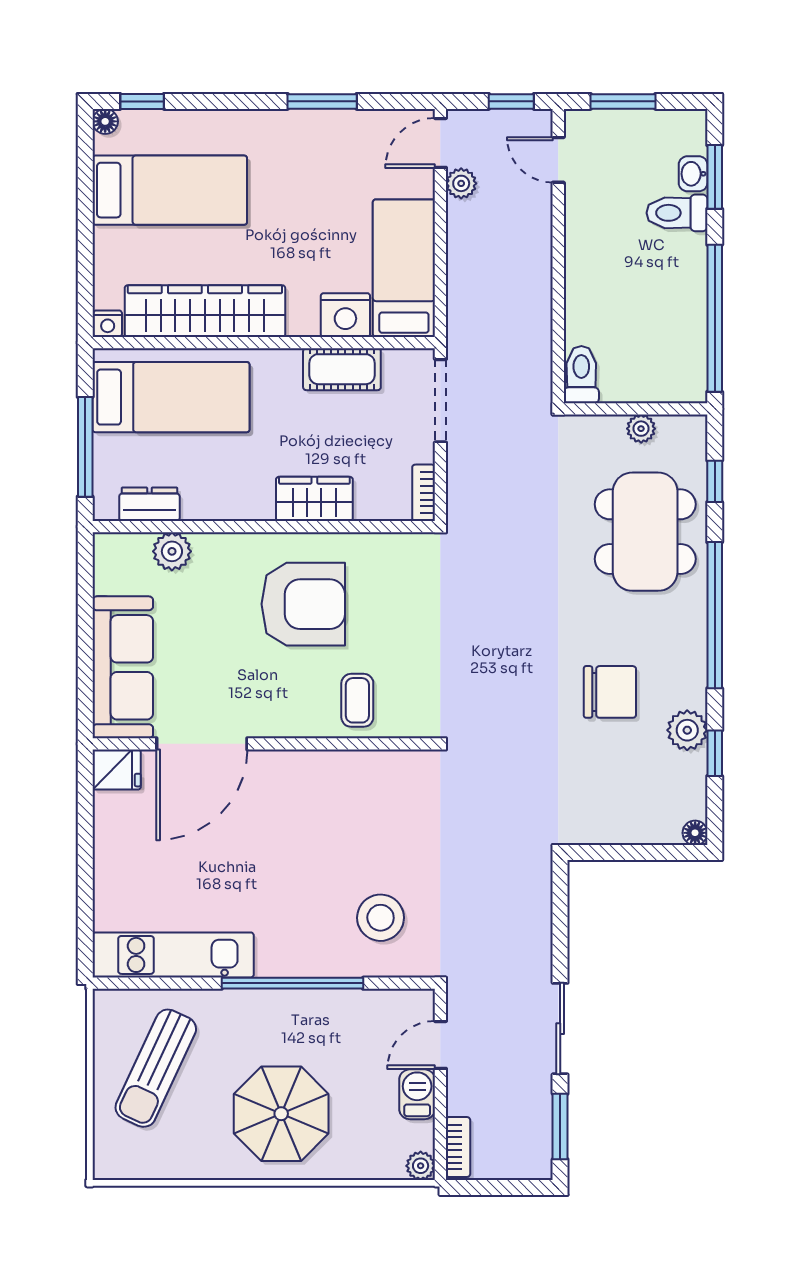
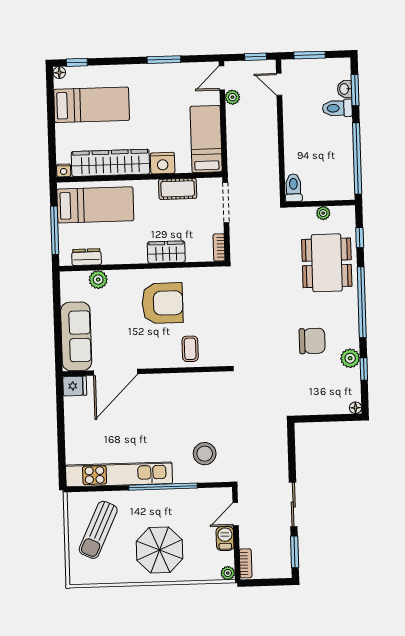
nightstand: (345, 315) -> (163, 163), moved
kitchen unit: (173, 955) -> (119, 474), width x1.36

